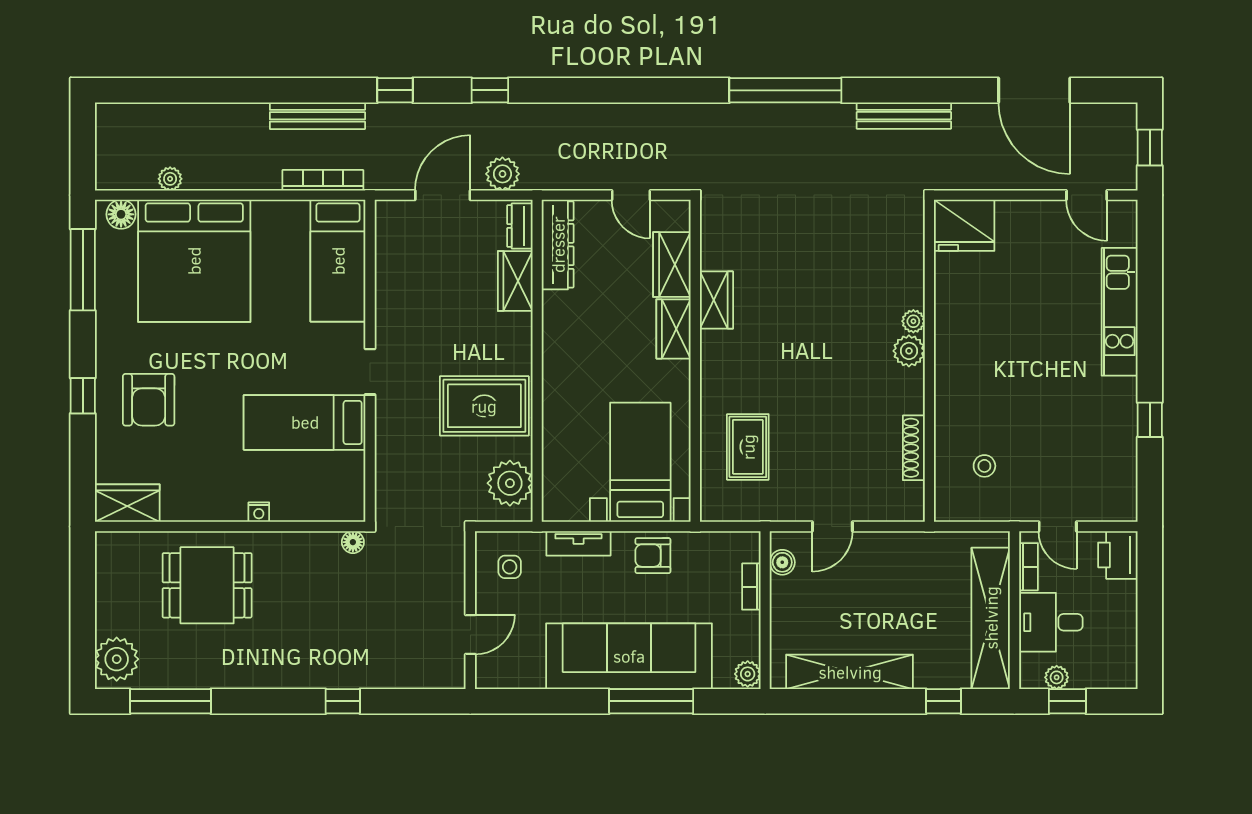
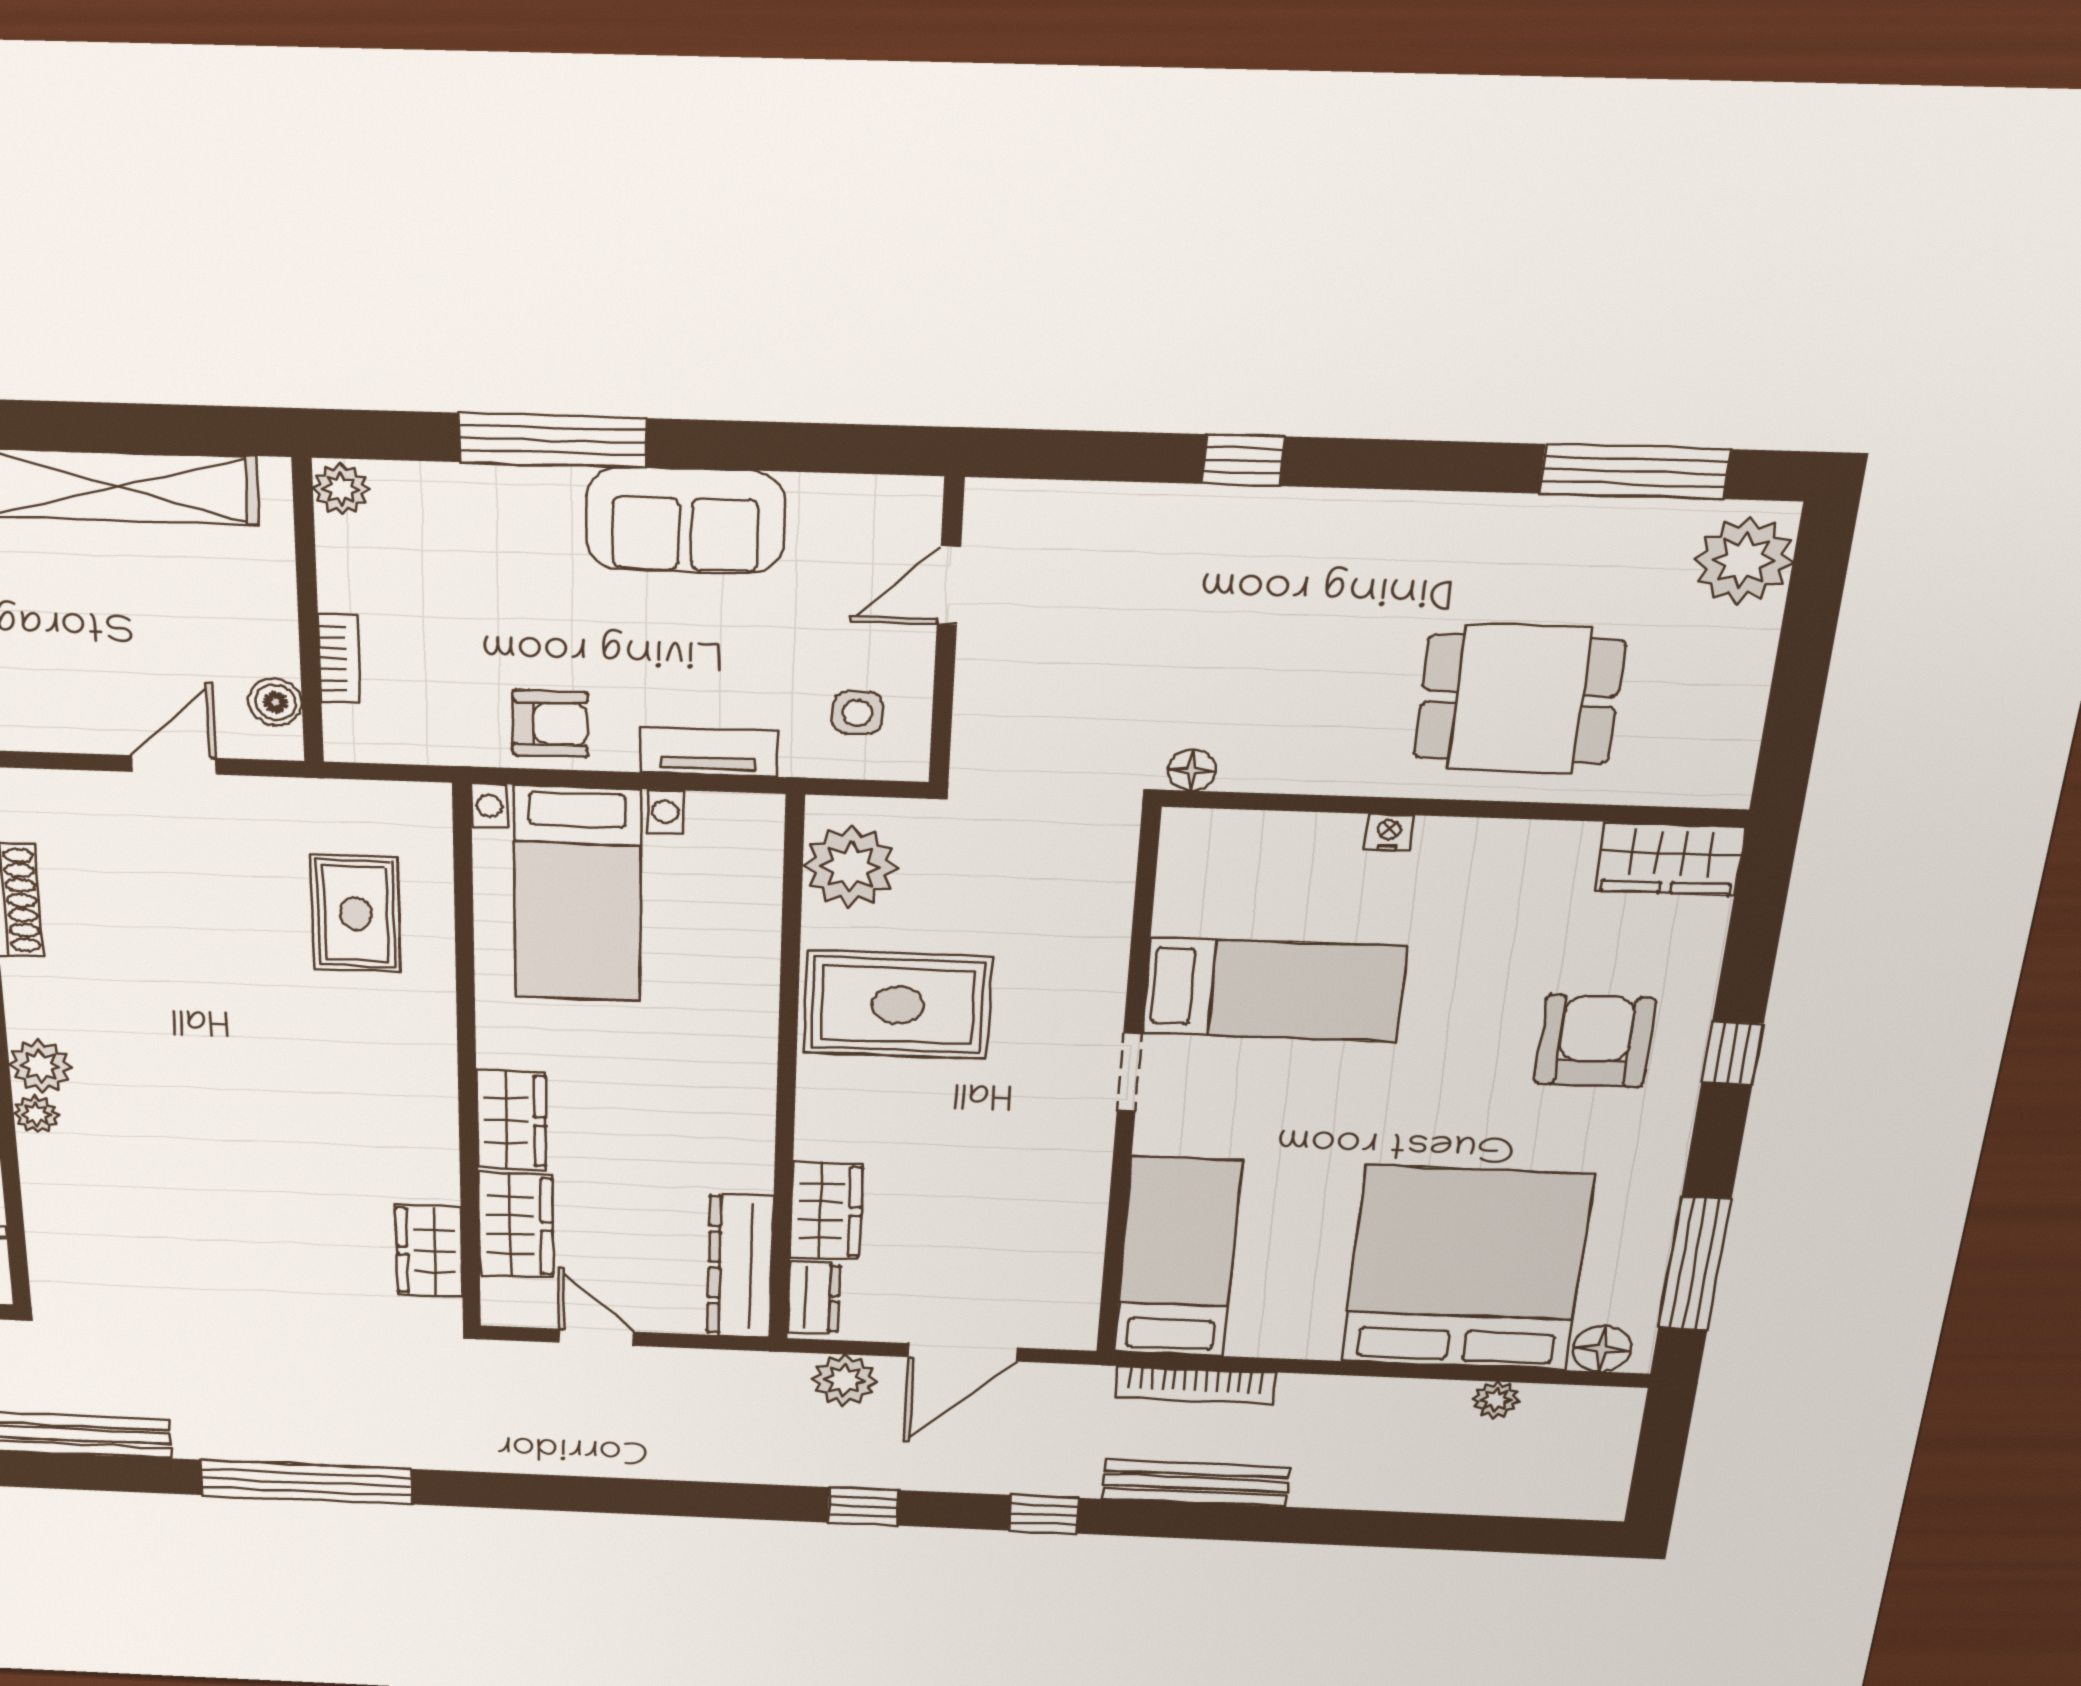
wardrobe: (716, 300) -> (429, 1251), moved
sofa: (629, 656) -> (685, 521), width x0.54, depth x0.79

